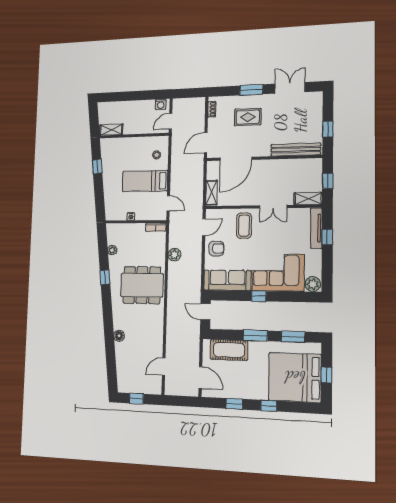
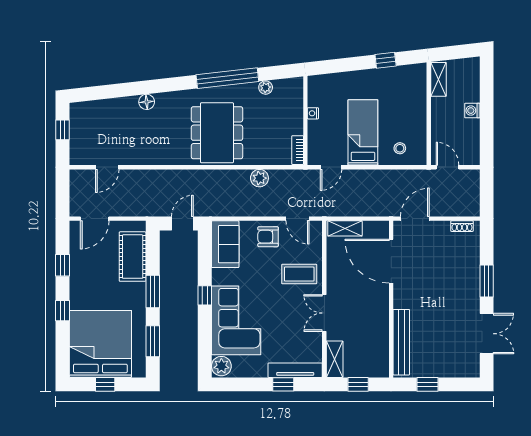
washing machine: (161, 104) -> (472, 111), moved
rug: (248, 117) -> (449, 277), removed
door: (206, 143) -> (415, 219), hinge flipped
armchair: (216, 248) -> (268, 237), turned 90
window: (105, 277) -> (227, 78), width x3.17
sofa: (227, 280) -> (225, 244), width x0.73
door: (164, 366) -> (107, 167), swing flipped

